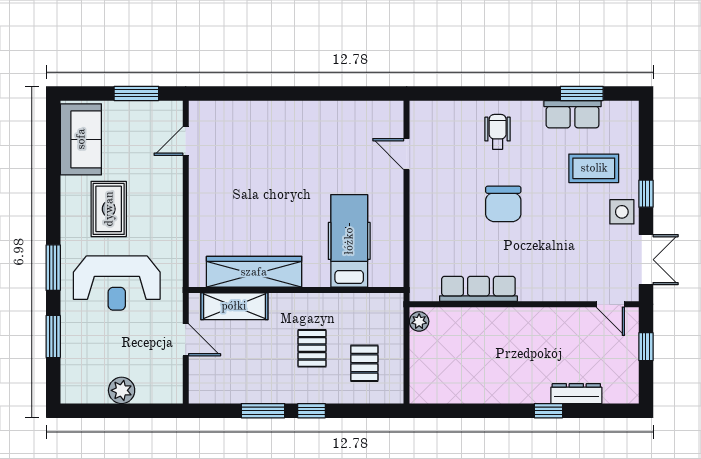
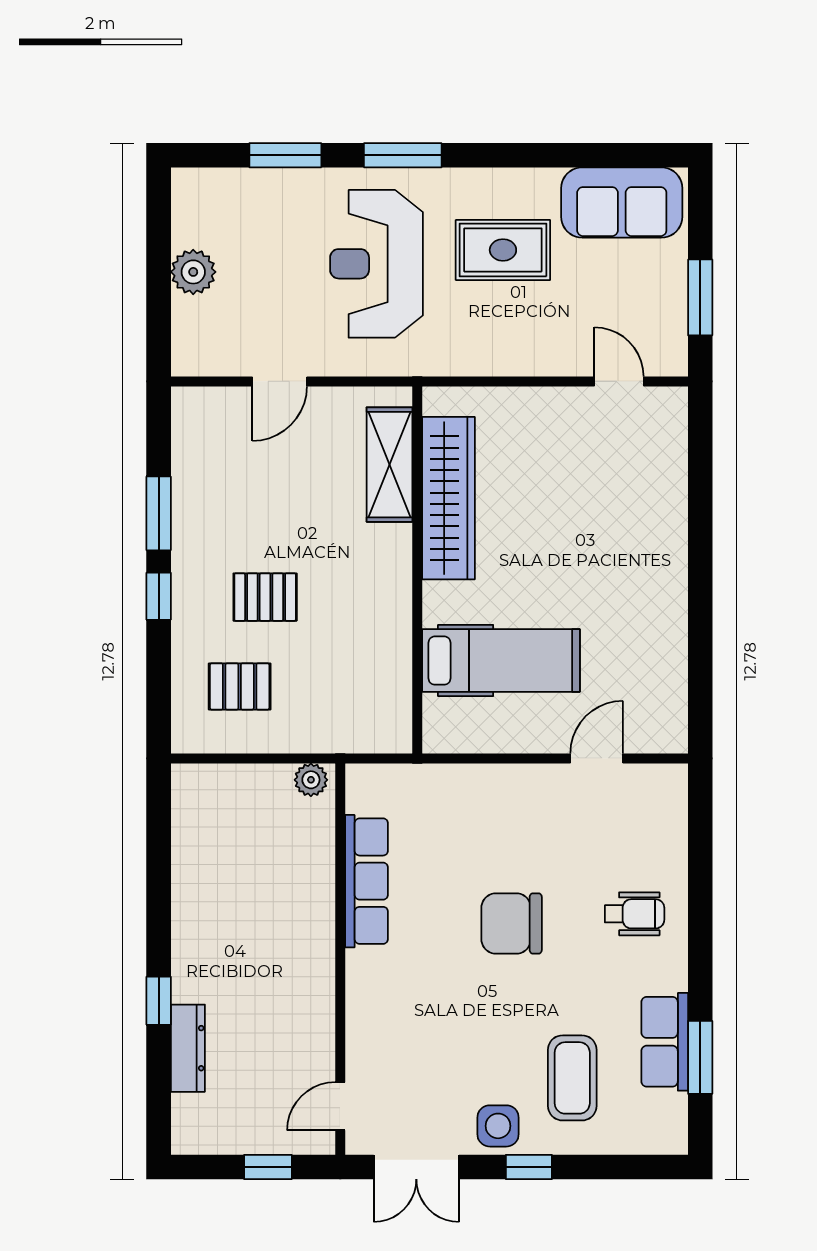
hospital bed: (349, 241) -> (501, 661), moved
wardrobe: (254, 272) -> (448, 498), moved
wall: (296, 290) -> (417, 570), moved
shelving: (234, 306) -> (389, 465), moved

